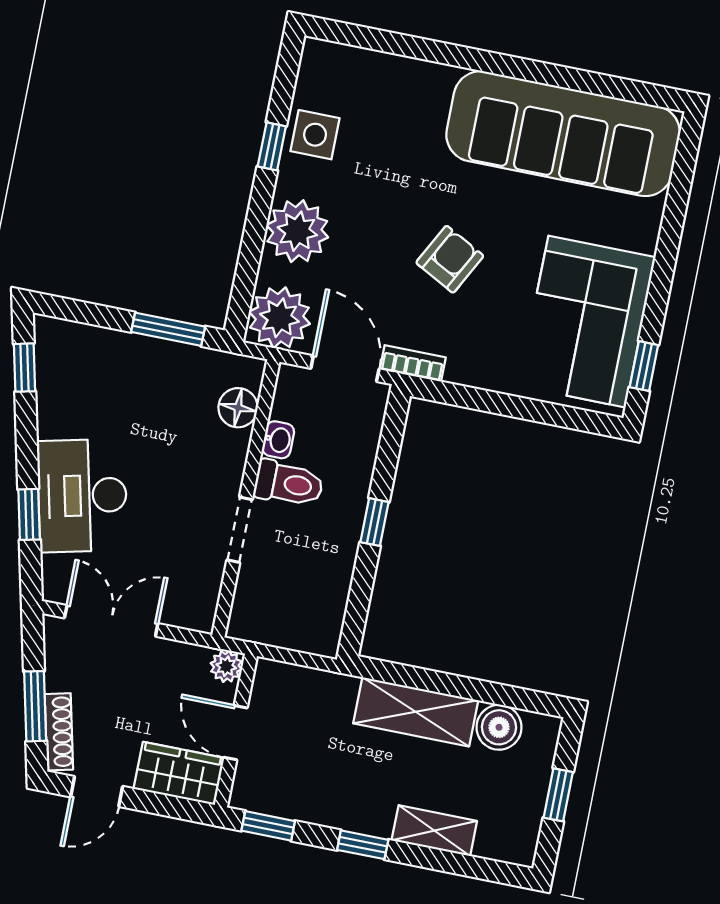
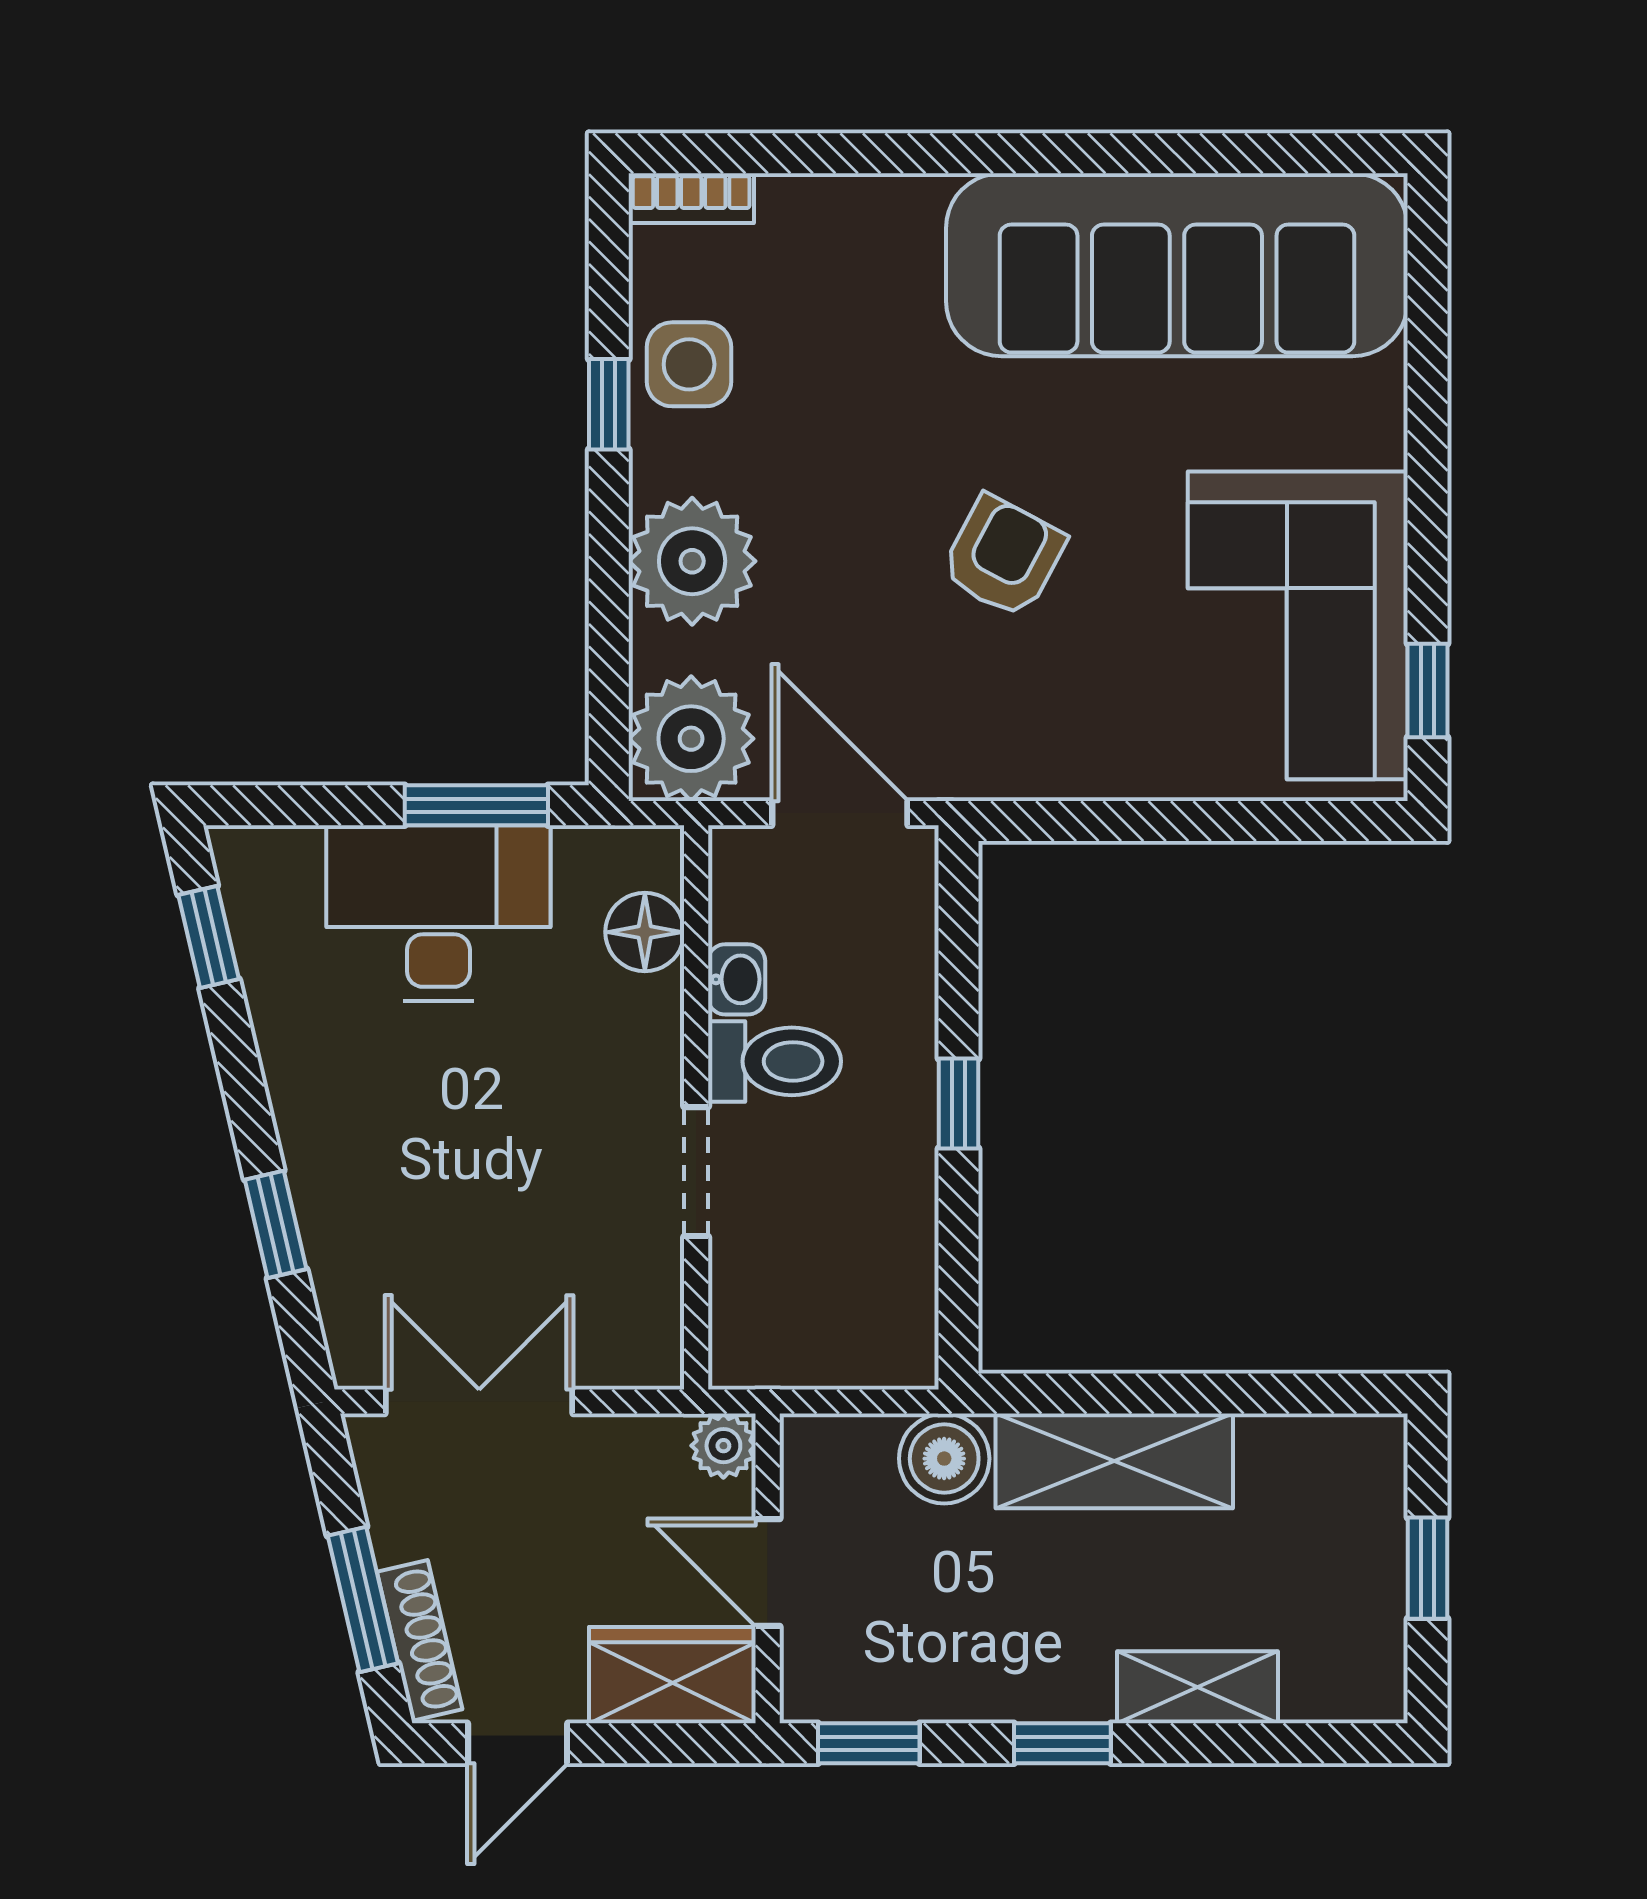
bookcase: (413, 363) -> (691, 198), moved, turned 180
desk: (82, 496) -> (438, 913), moved, turned 103
boiler: (499, 727) -> (944, 1459), moved

